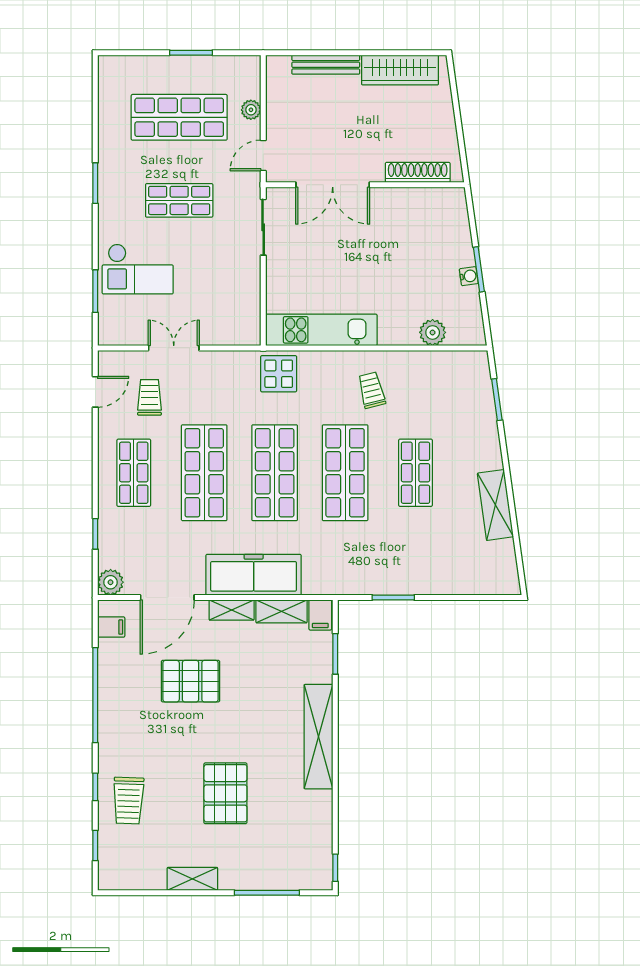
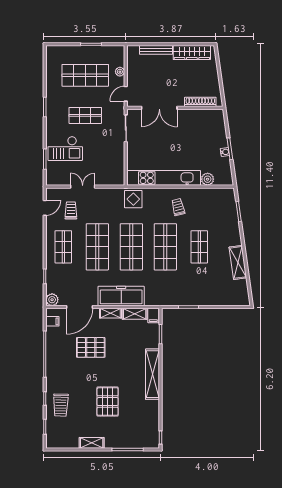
kitchen unit: (321, 330) -> (164, 178), width x1.36

